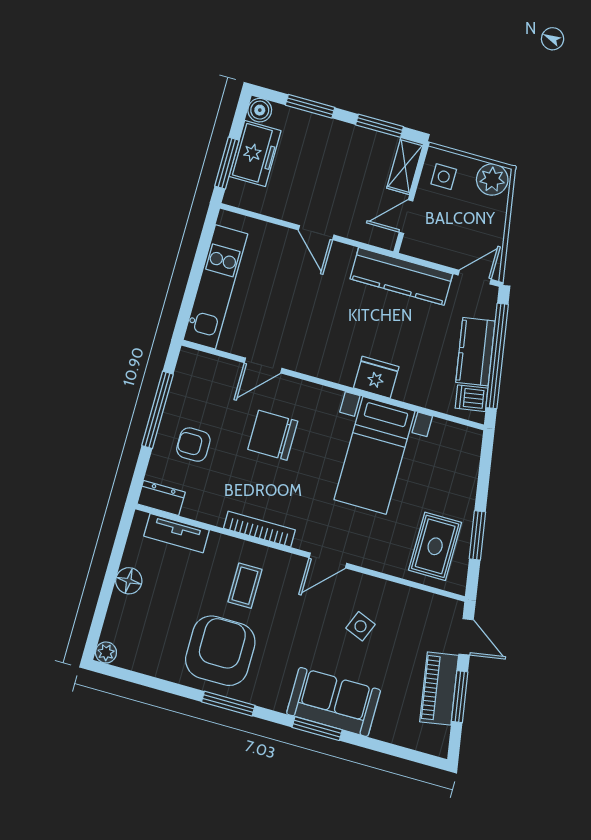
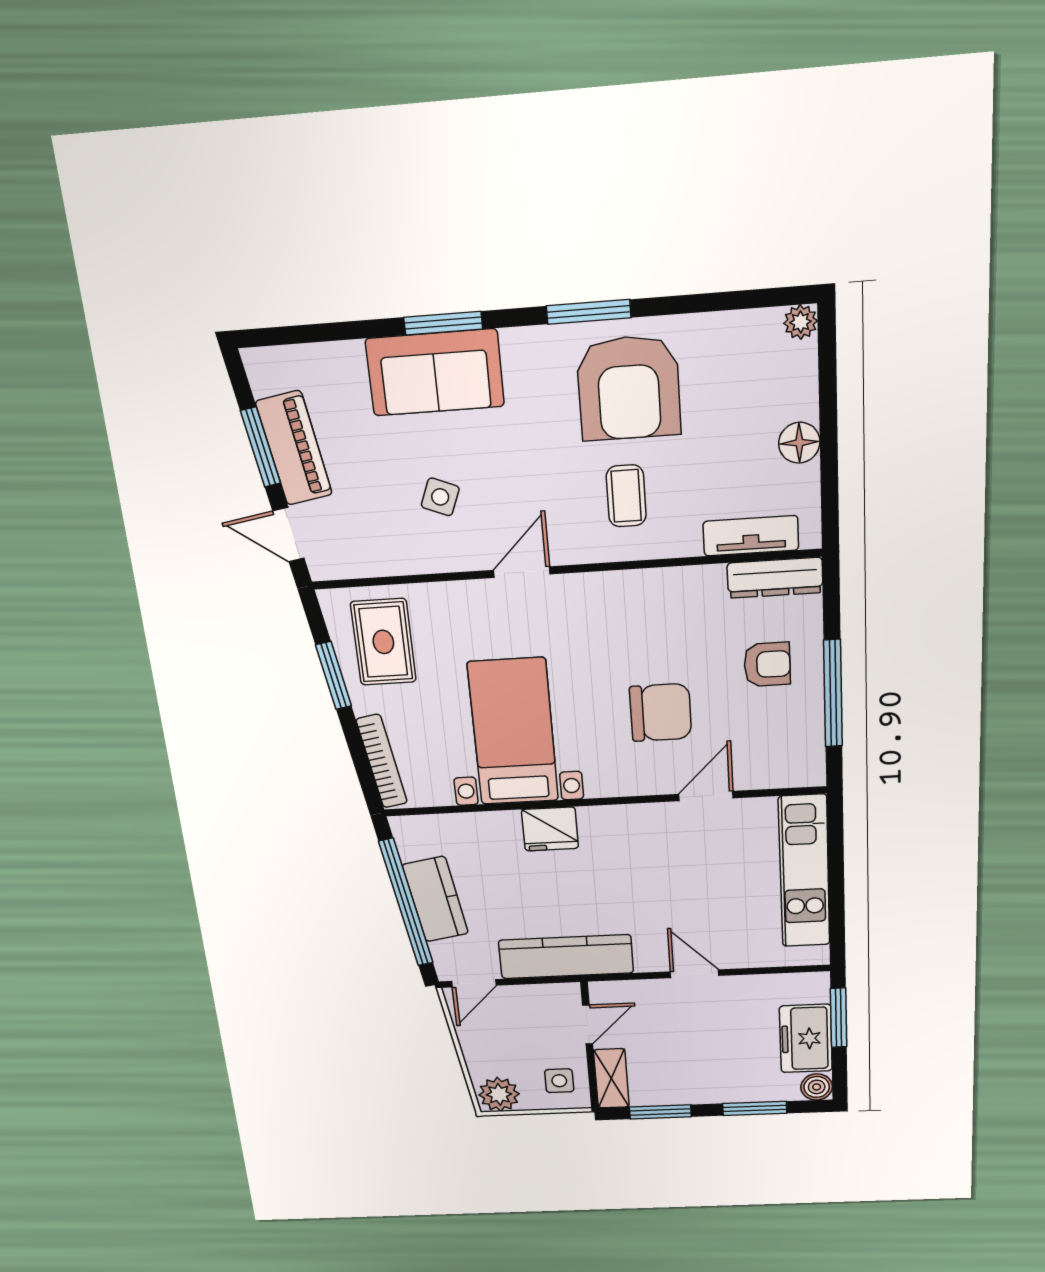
dishwasher: (471, 398) -> (416, 843), removed
dresser: (161, 498) -> (775, 578), width x1.44
bookcase: (259, 529) -> (382, 761), moved, turned -99

